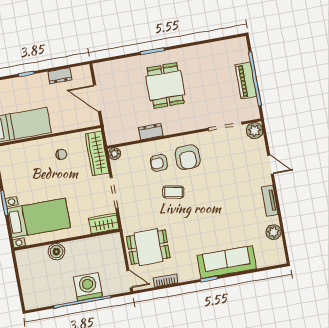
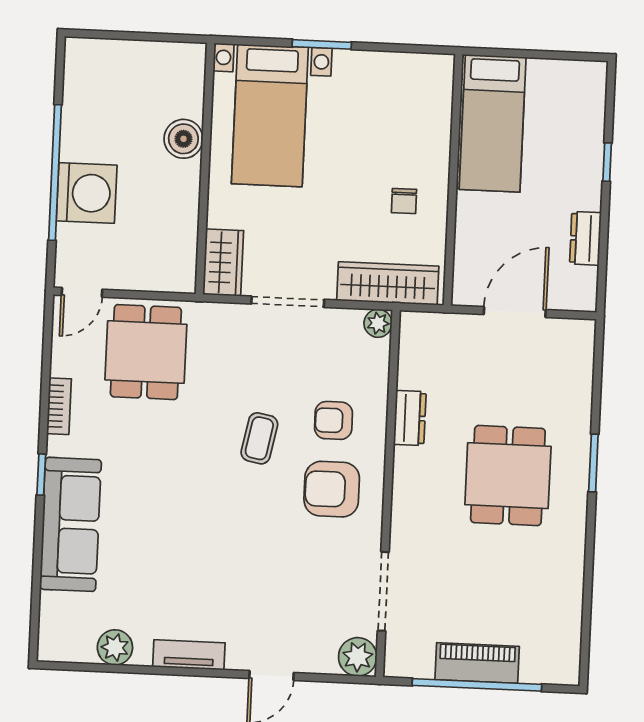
dining table: (165, 85) -> (508, 476), turned 90
armchair: (159, 163) -> (333, 420), turned -90
bookcase: (165, 280) -> (59, 406), moved

